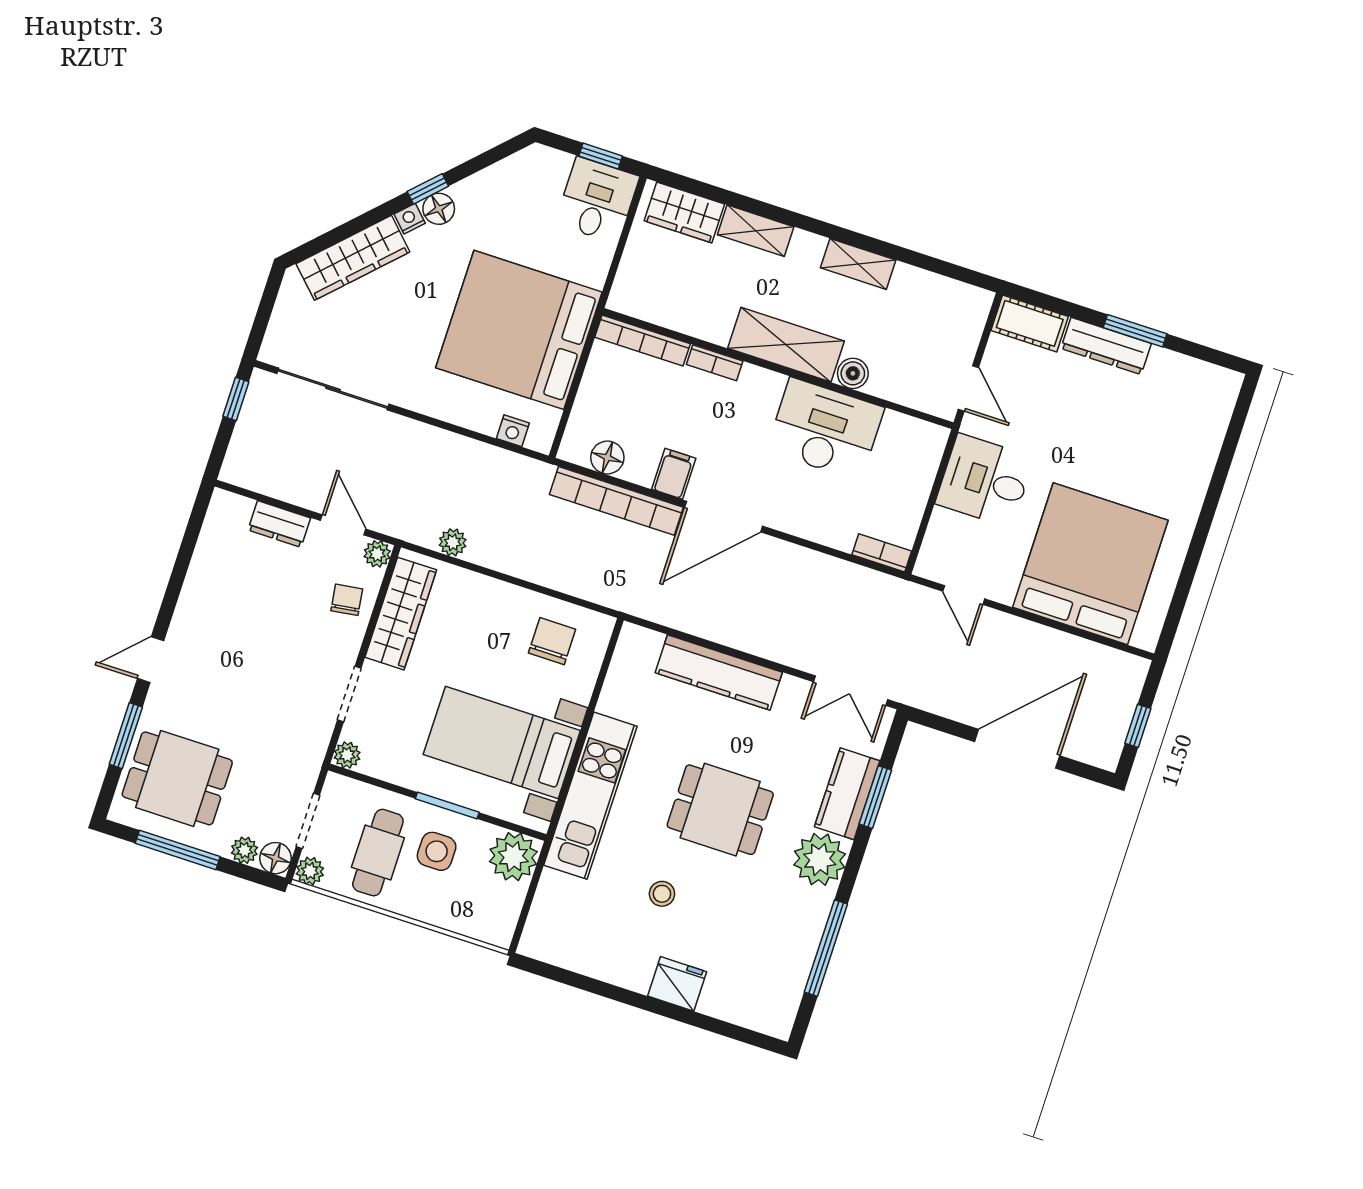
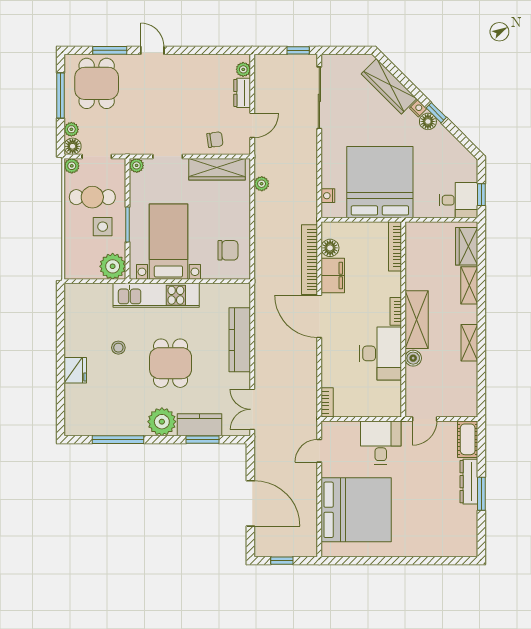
bookcase: (715, 363) -> (396, 311), moved
filing cabinet: (674, 474) -> (333, 275), width x2.00
plant: (377, 554) -> (243, 69), moved

